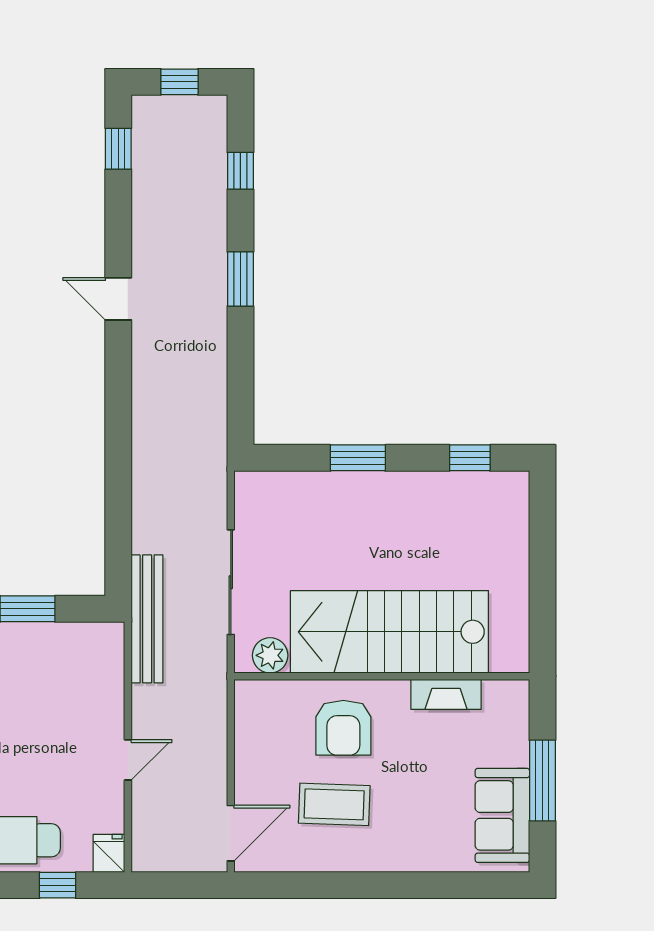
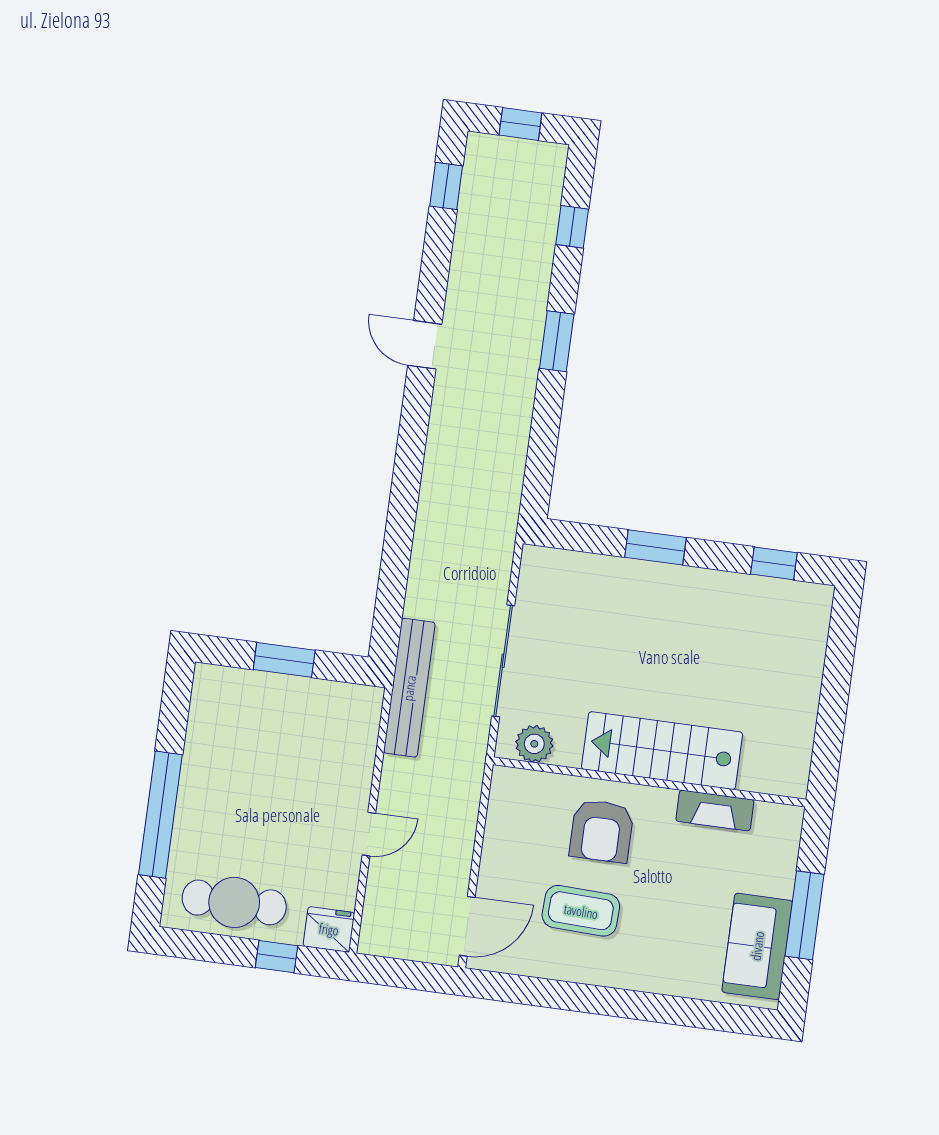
stairs: (389, 632) -> (662, 751), width x0.73, depth x0.66
fridge: (109, 853) -> (329, 929), width x1.38

